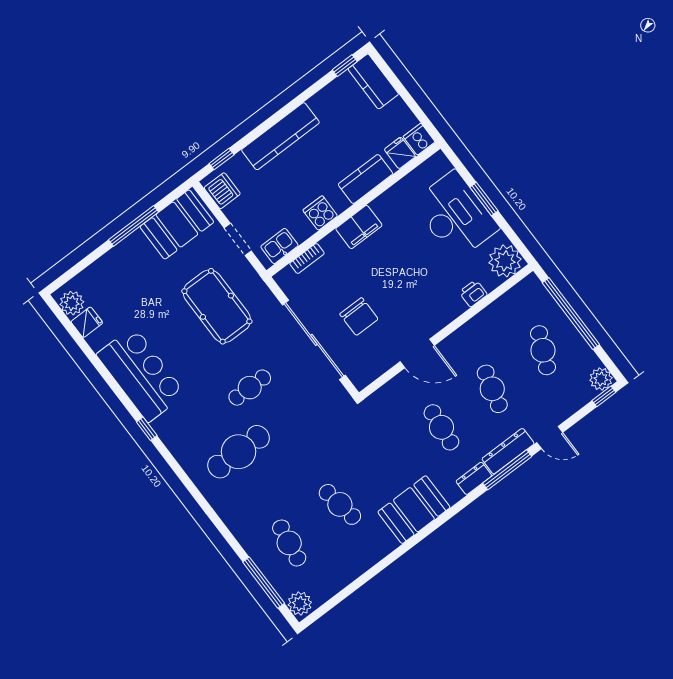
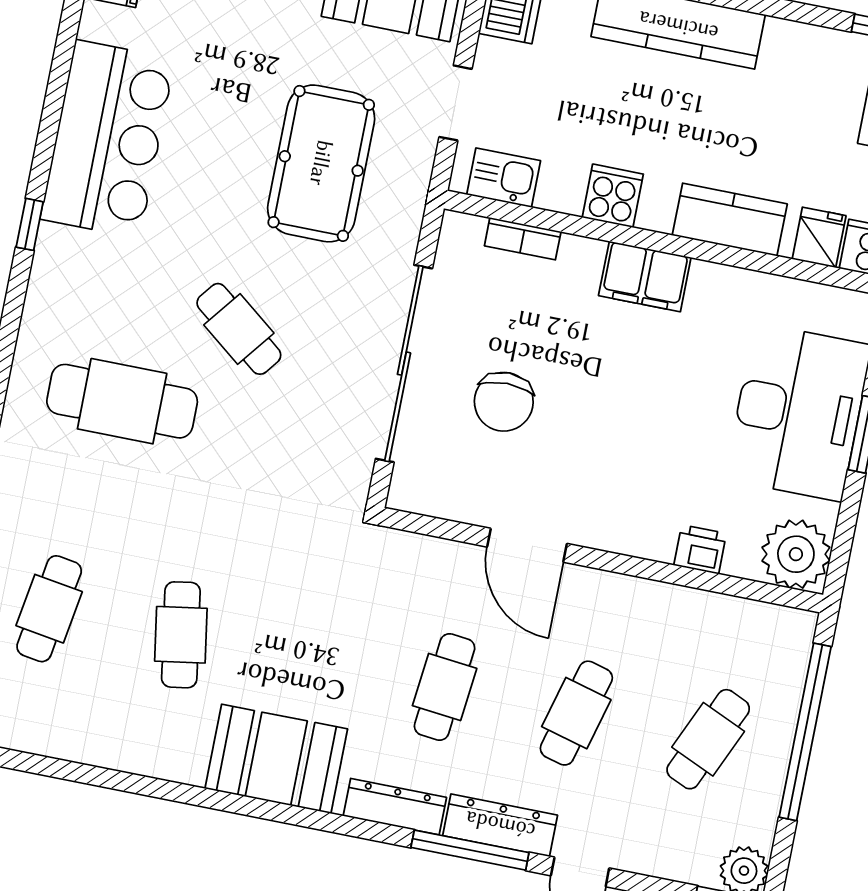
cafe table: (250, 388) -> (239, 329), turned 38
dresser: (474, 478) -> (395, 807), width x1.44

